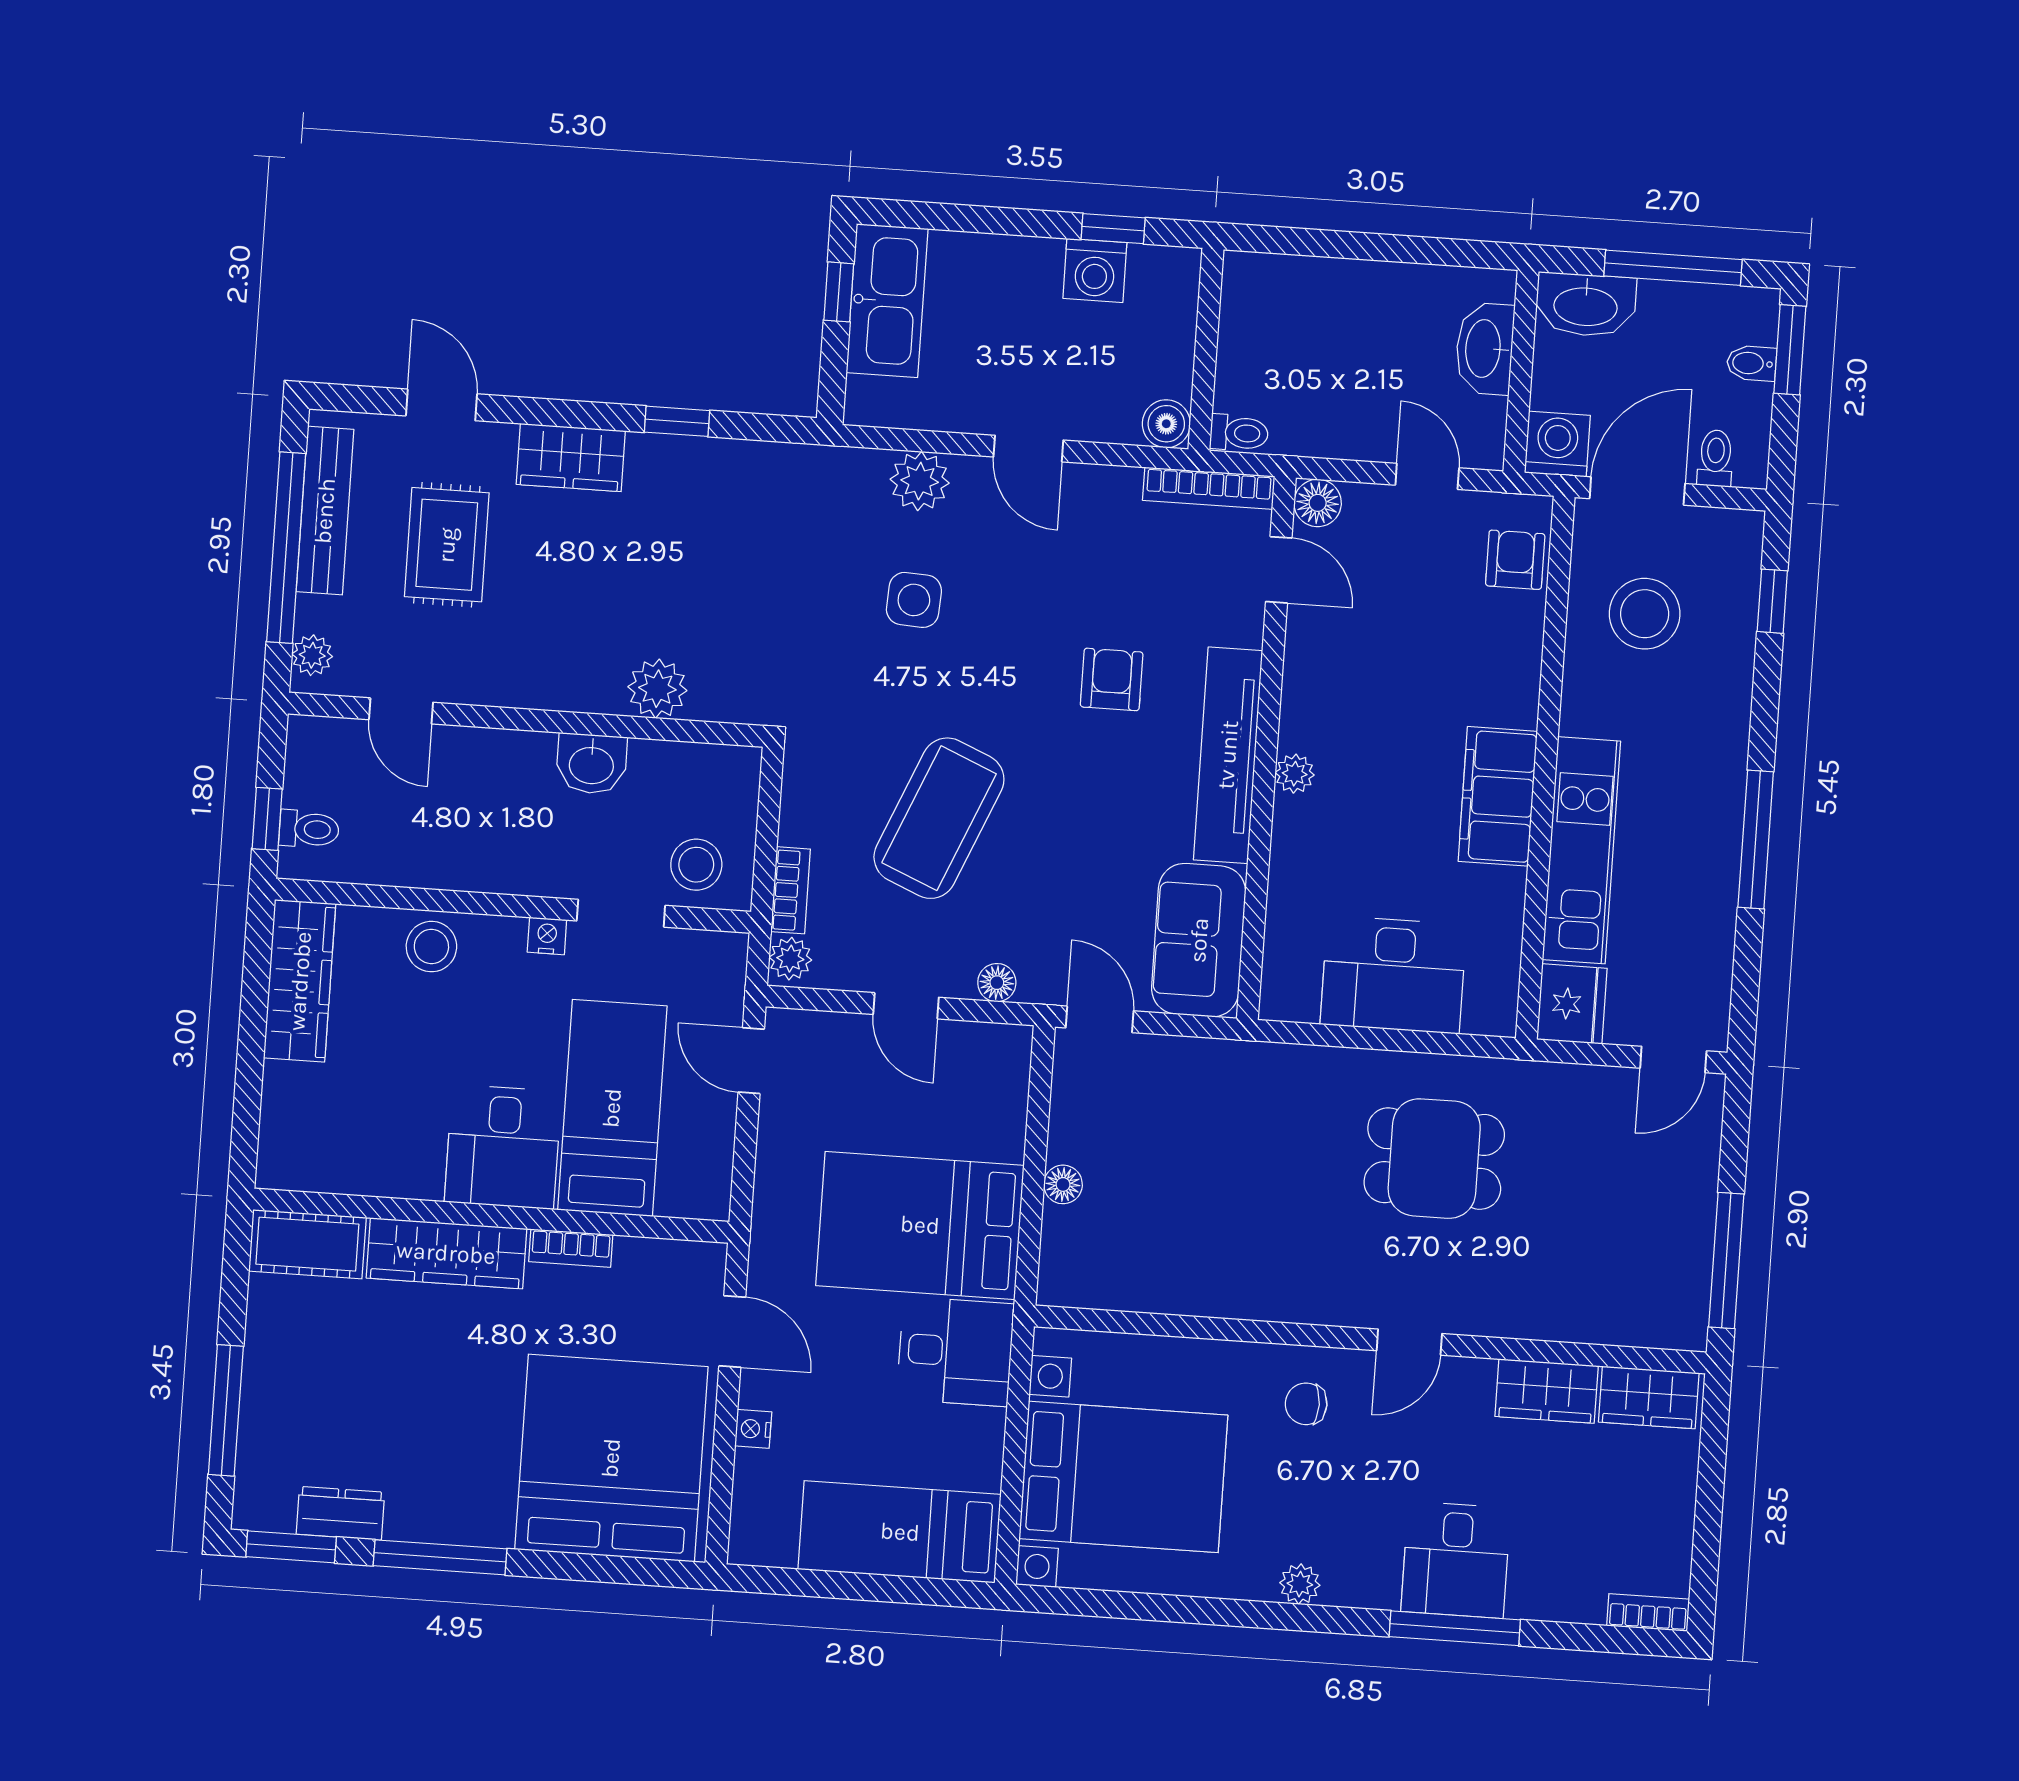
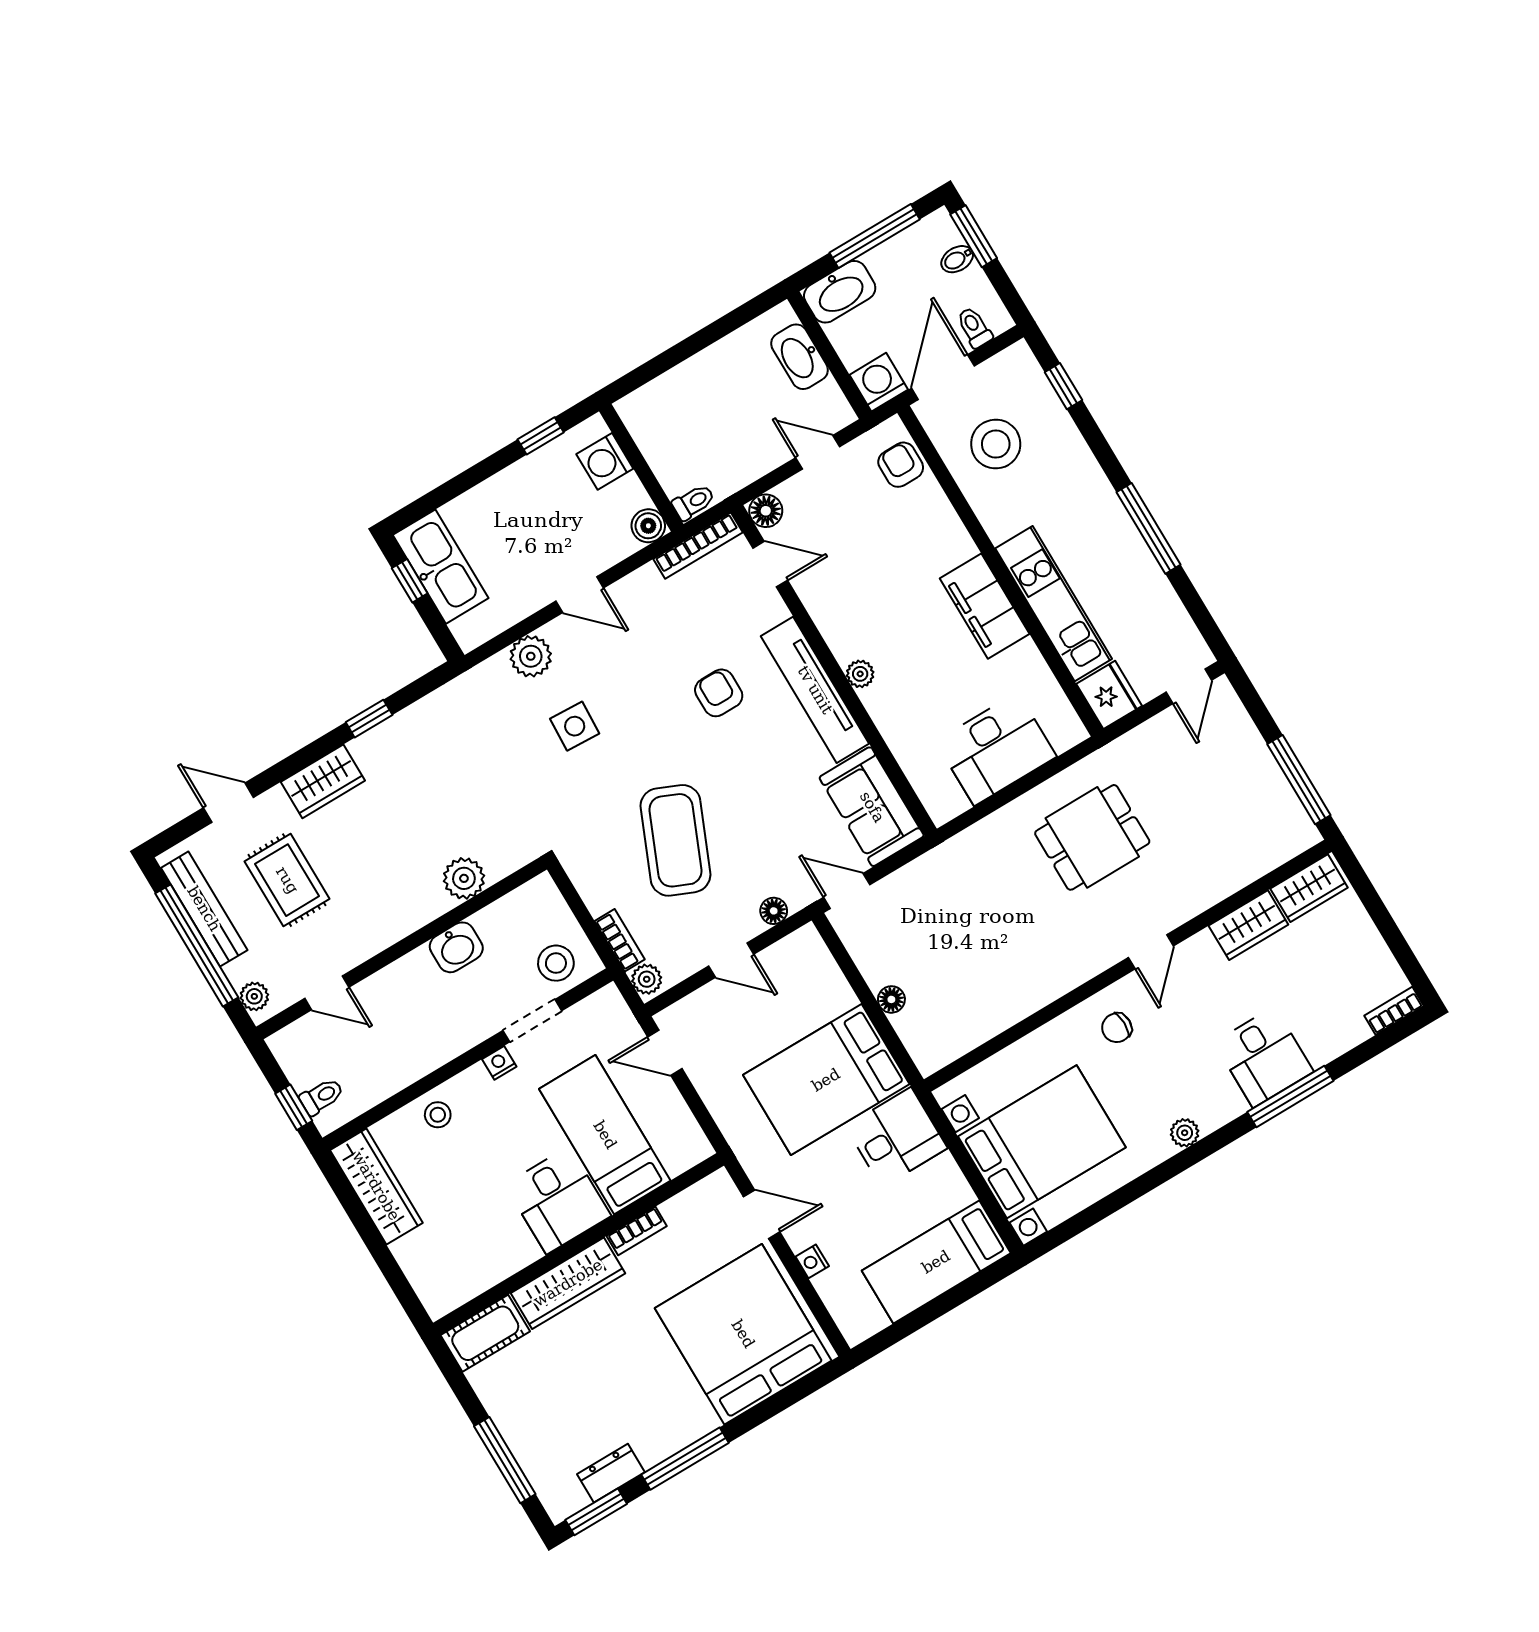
washing machine: (1095, 270) -> (605, 461), moved, turned 90
stool: (431, 947) -> (438, 1115), width x0.73, depth x0.73

